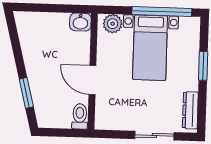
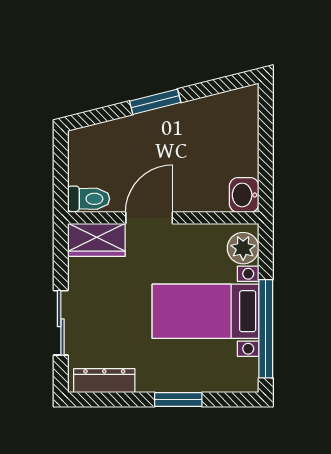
window: (26, 93) -> (155, 102), moved
wardrobe: (105, 112) -> (97, 240), added

